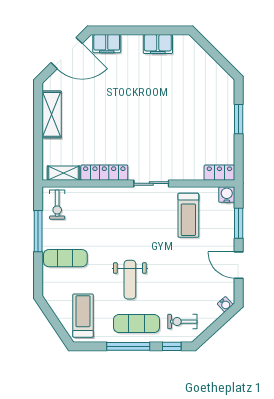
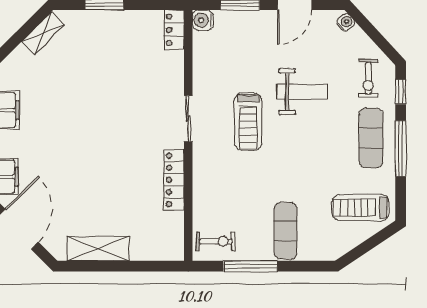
shelving: (64, 173) -> (43, 33), moved, turned 45
treadmill: (188, 215) -> (248, 122), moved, turned 90
weight bench: (130, 280) -> (302, 92), moved

